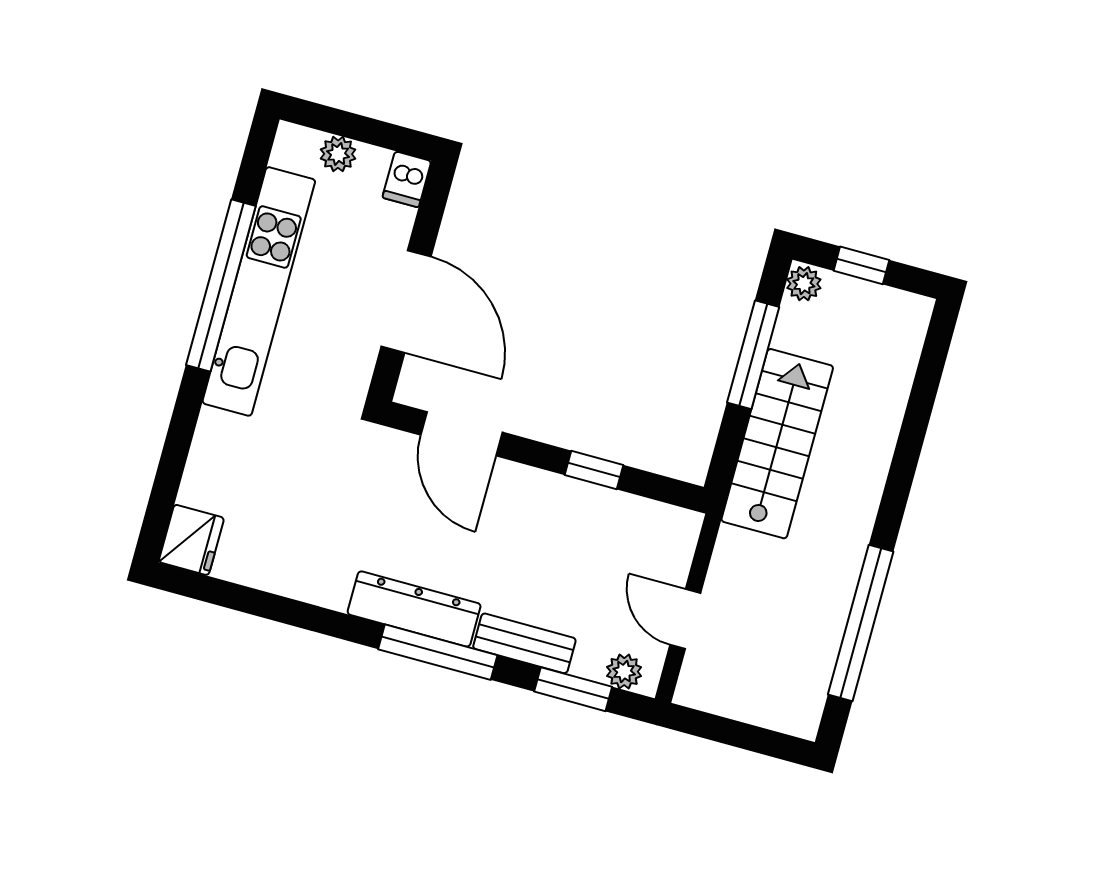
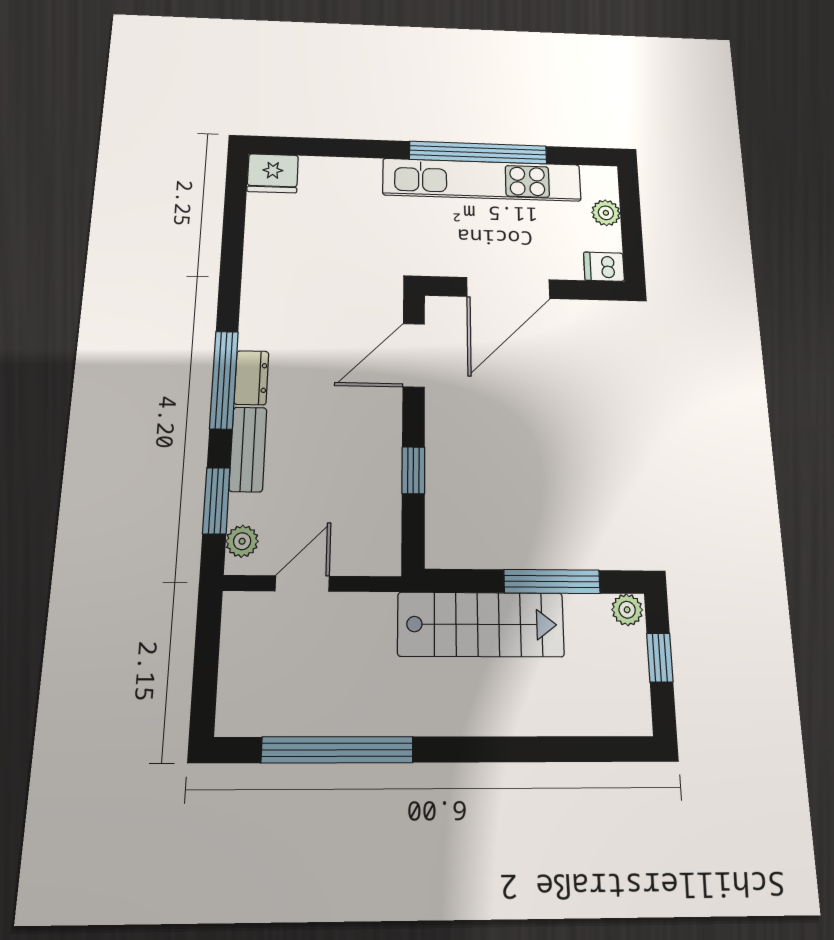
dresser: (414, 609) -> (251, 378), width x0.51, depth x0.80

